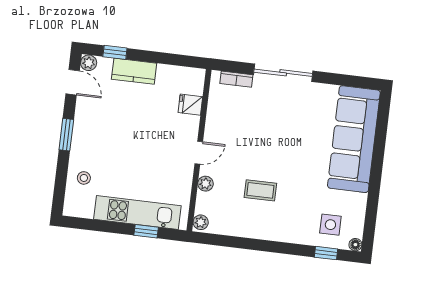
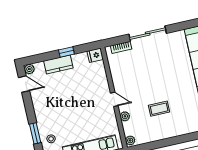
window: (115, 52) -> (66, 52), moved
fridge: (190, 105) -> (95, 55), moved
window: (66, 135) -> (35, 133), moved
door: (199, 153) -> (114, 99), hinge flipped

